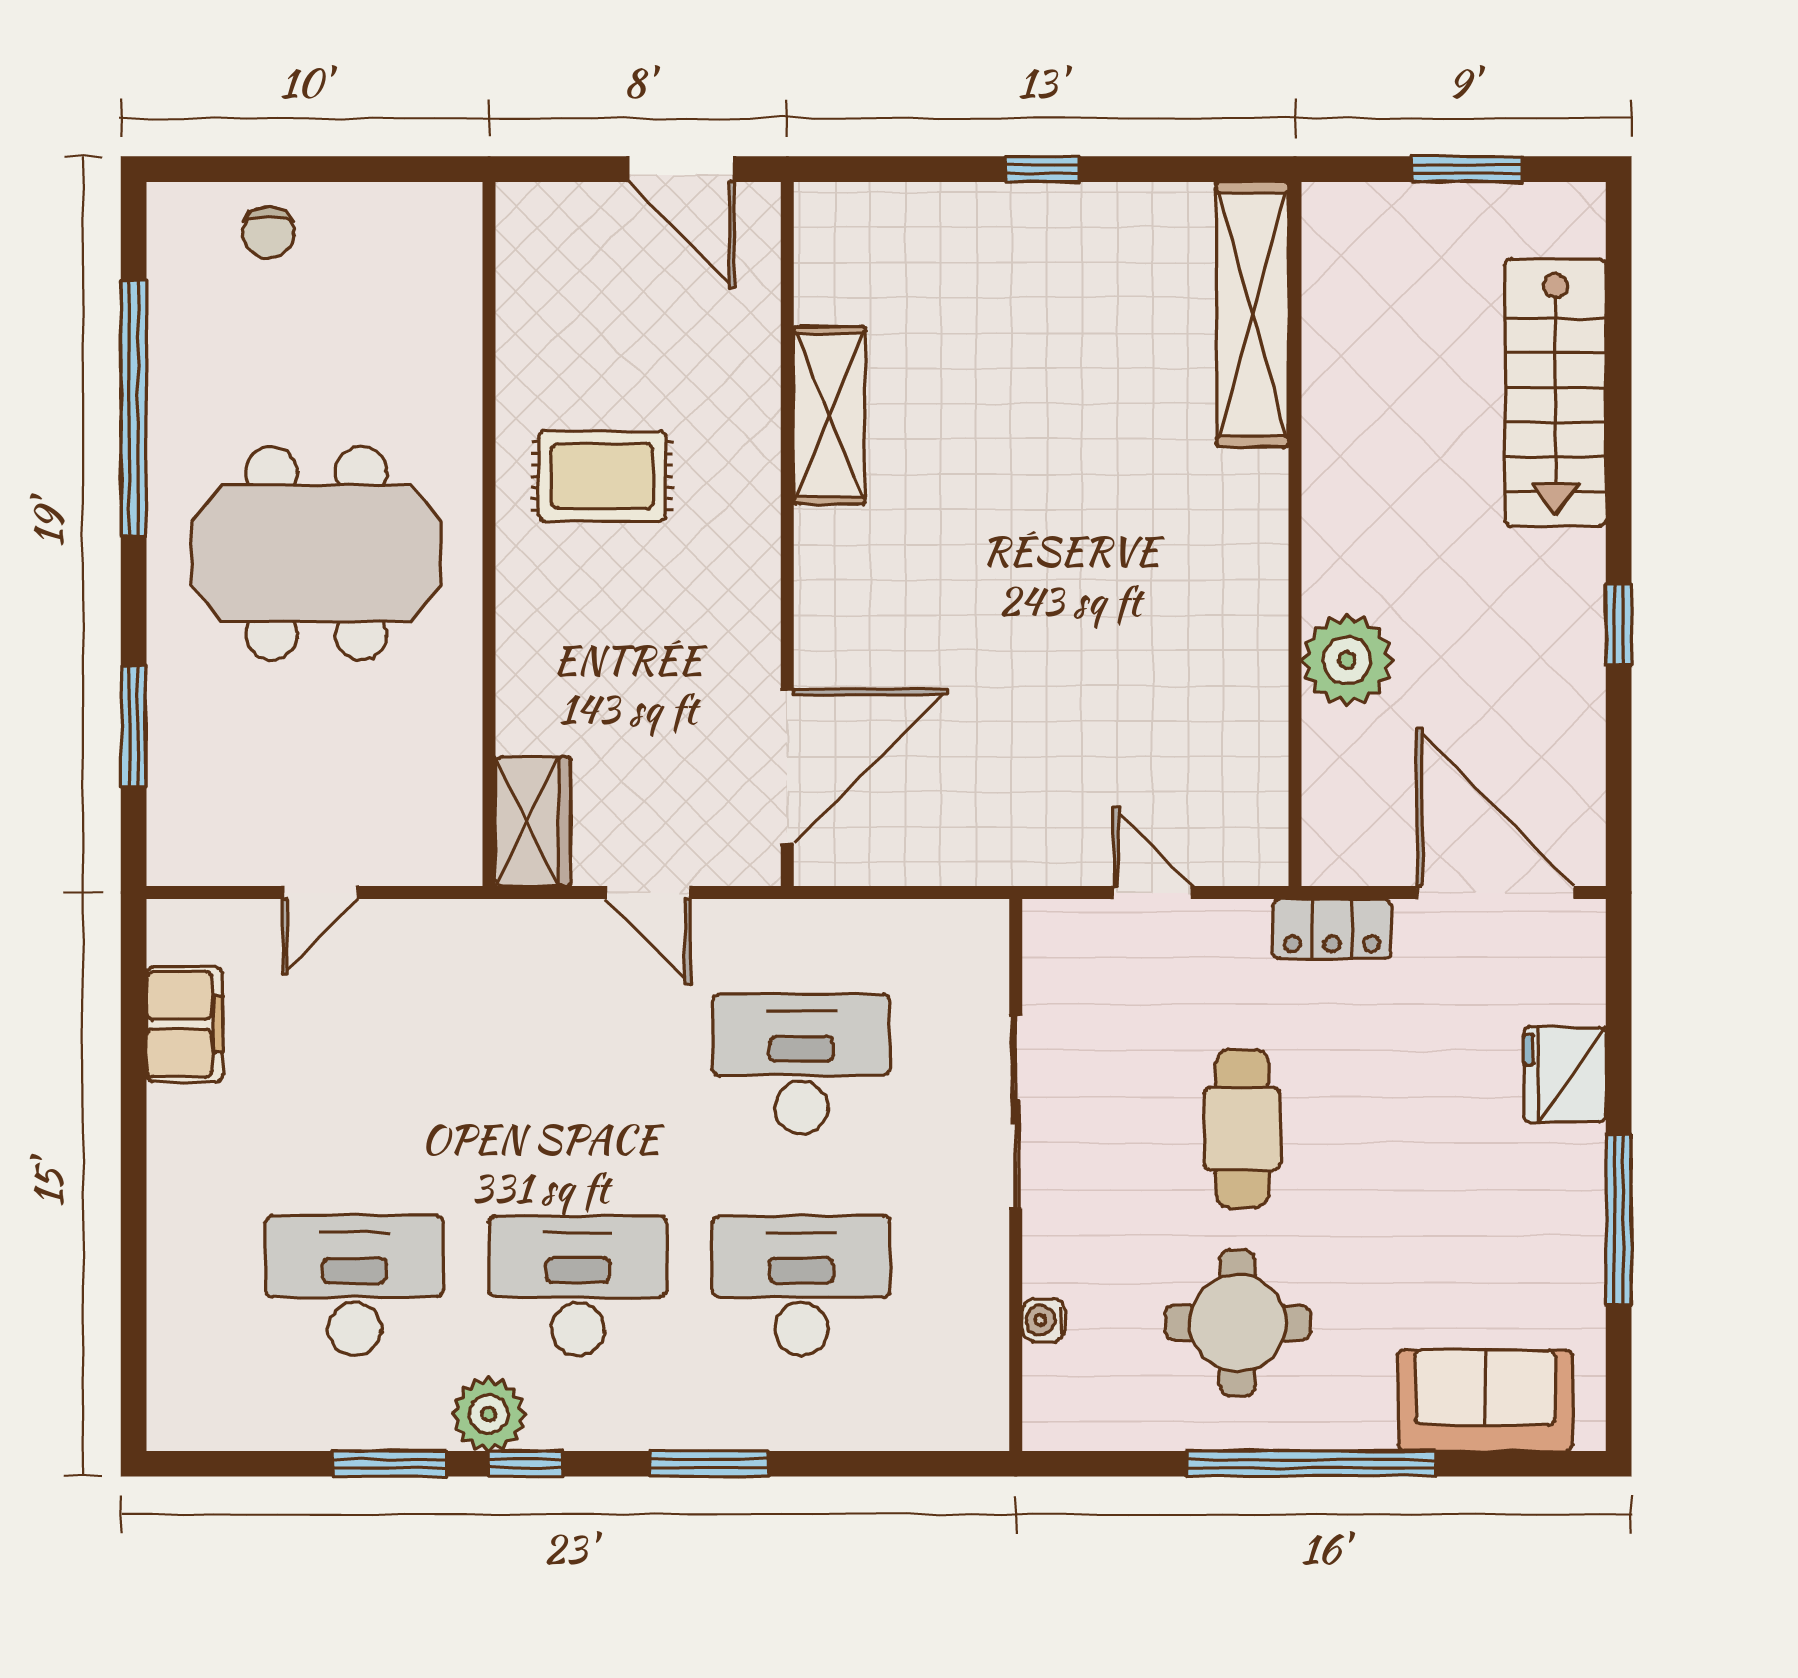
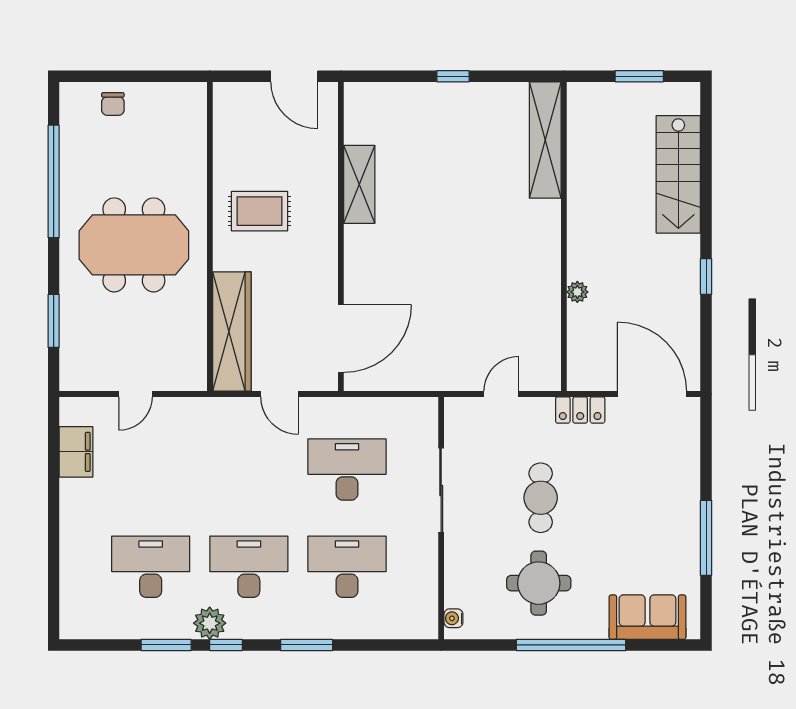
plant: (1347, 660) -> (577, 292), width x0.53, depth x0.53
wardrobe: (533, 822) -> (232, 332), width x2.10, depth x1.17
door: (1153, 893) -> (501, 394), hinge flipped
fridge: (1565, 1074) -> (682, 474), removed
water cooler: (1044, 1320) -> (453, 618), moved

